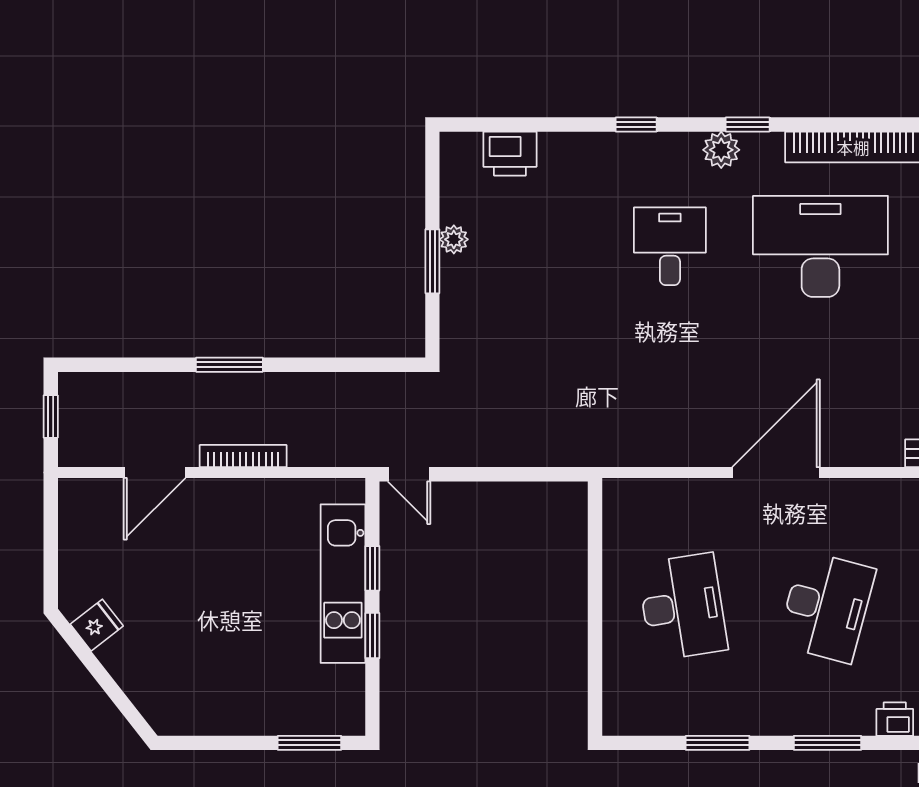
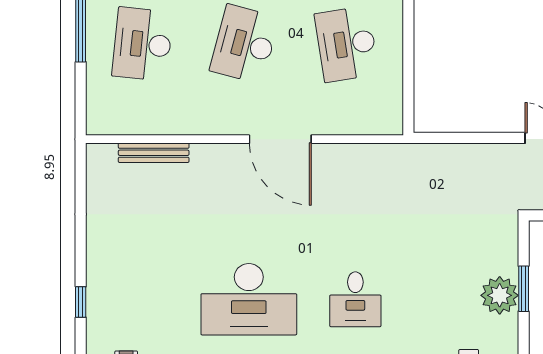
plant: (454, 239) -> (500, 295), width x1.87, depth x1.87
door: (776, 473) -> (280, 139), hinge flipped

